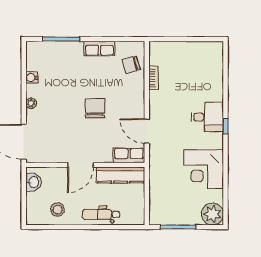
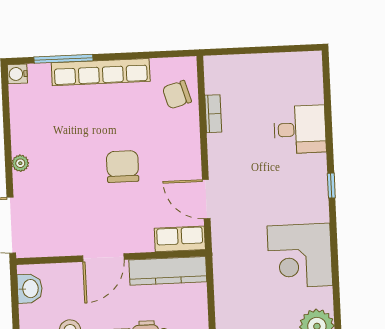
row of seats: (100, 48) -> (101, 72), width x2.02
water cooler: (32, 78) -> (17, 74), moved
desk: (207, 117) -> (300, 129), moved

